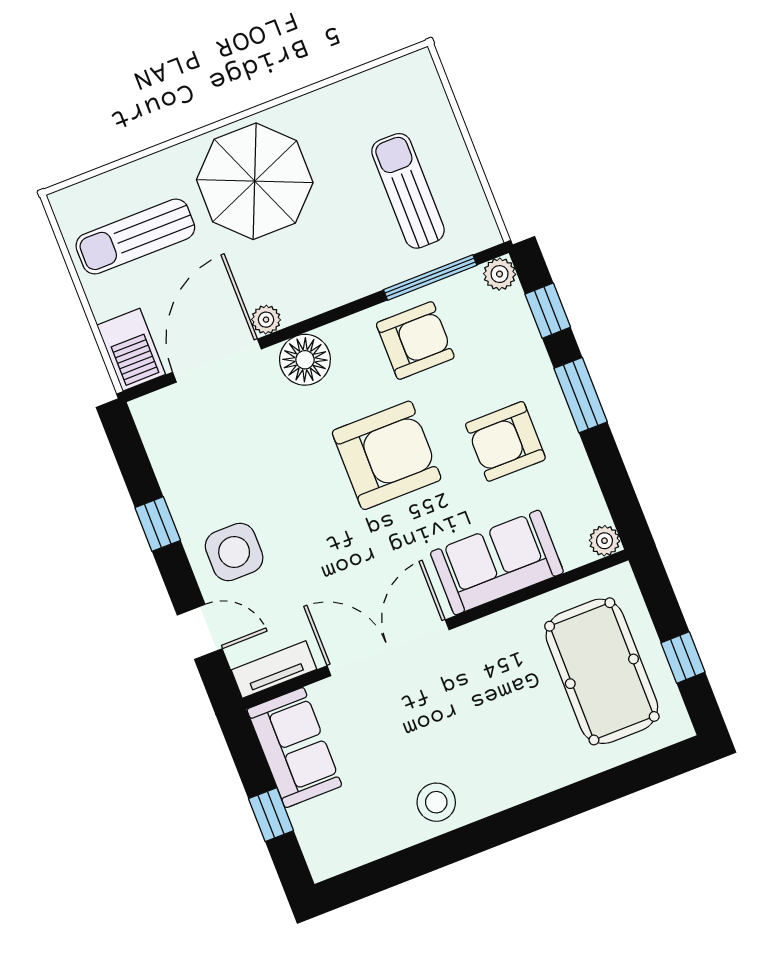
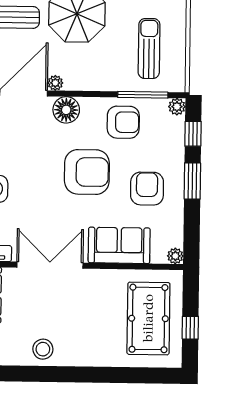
armchair: (505, 441) -> (147, 189), turned 90

